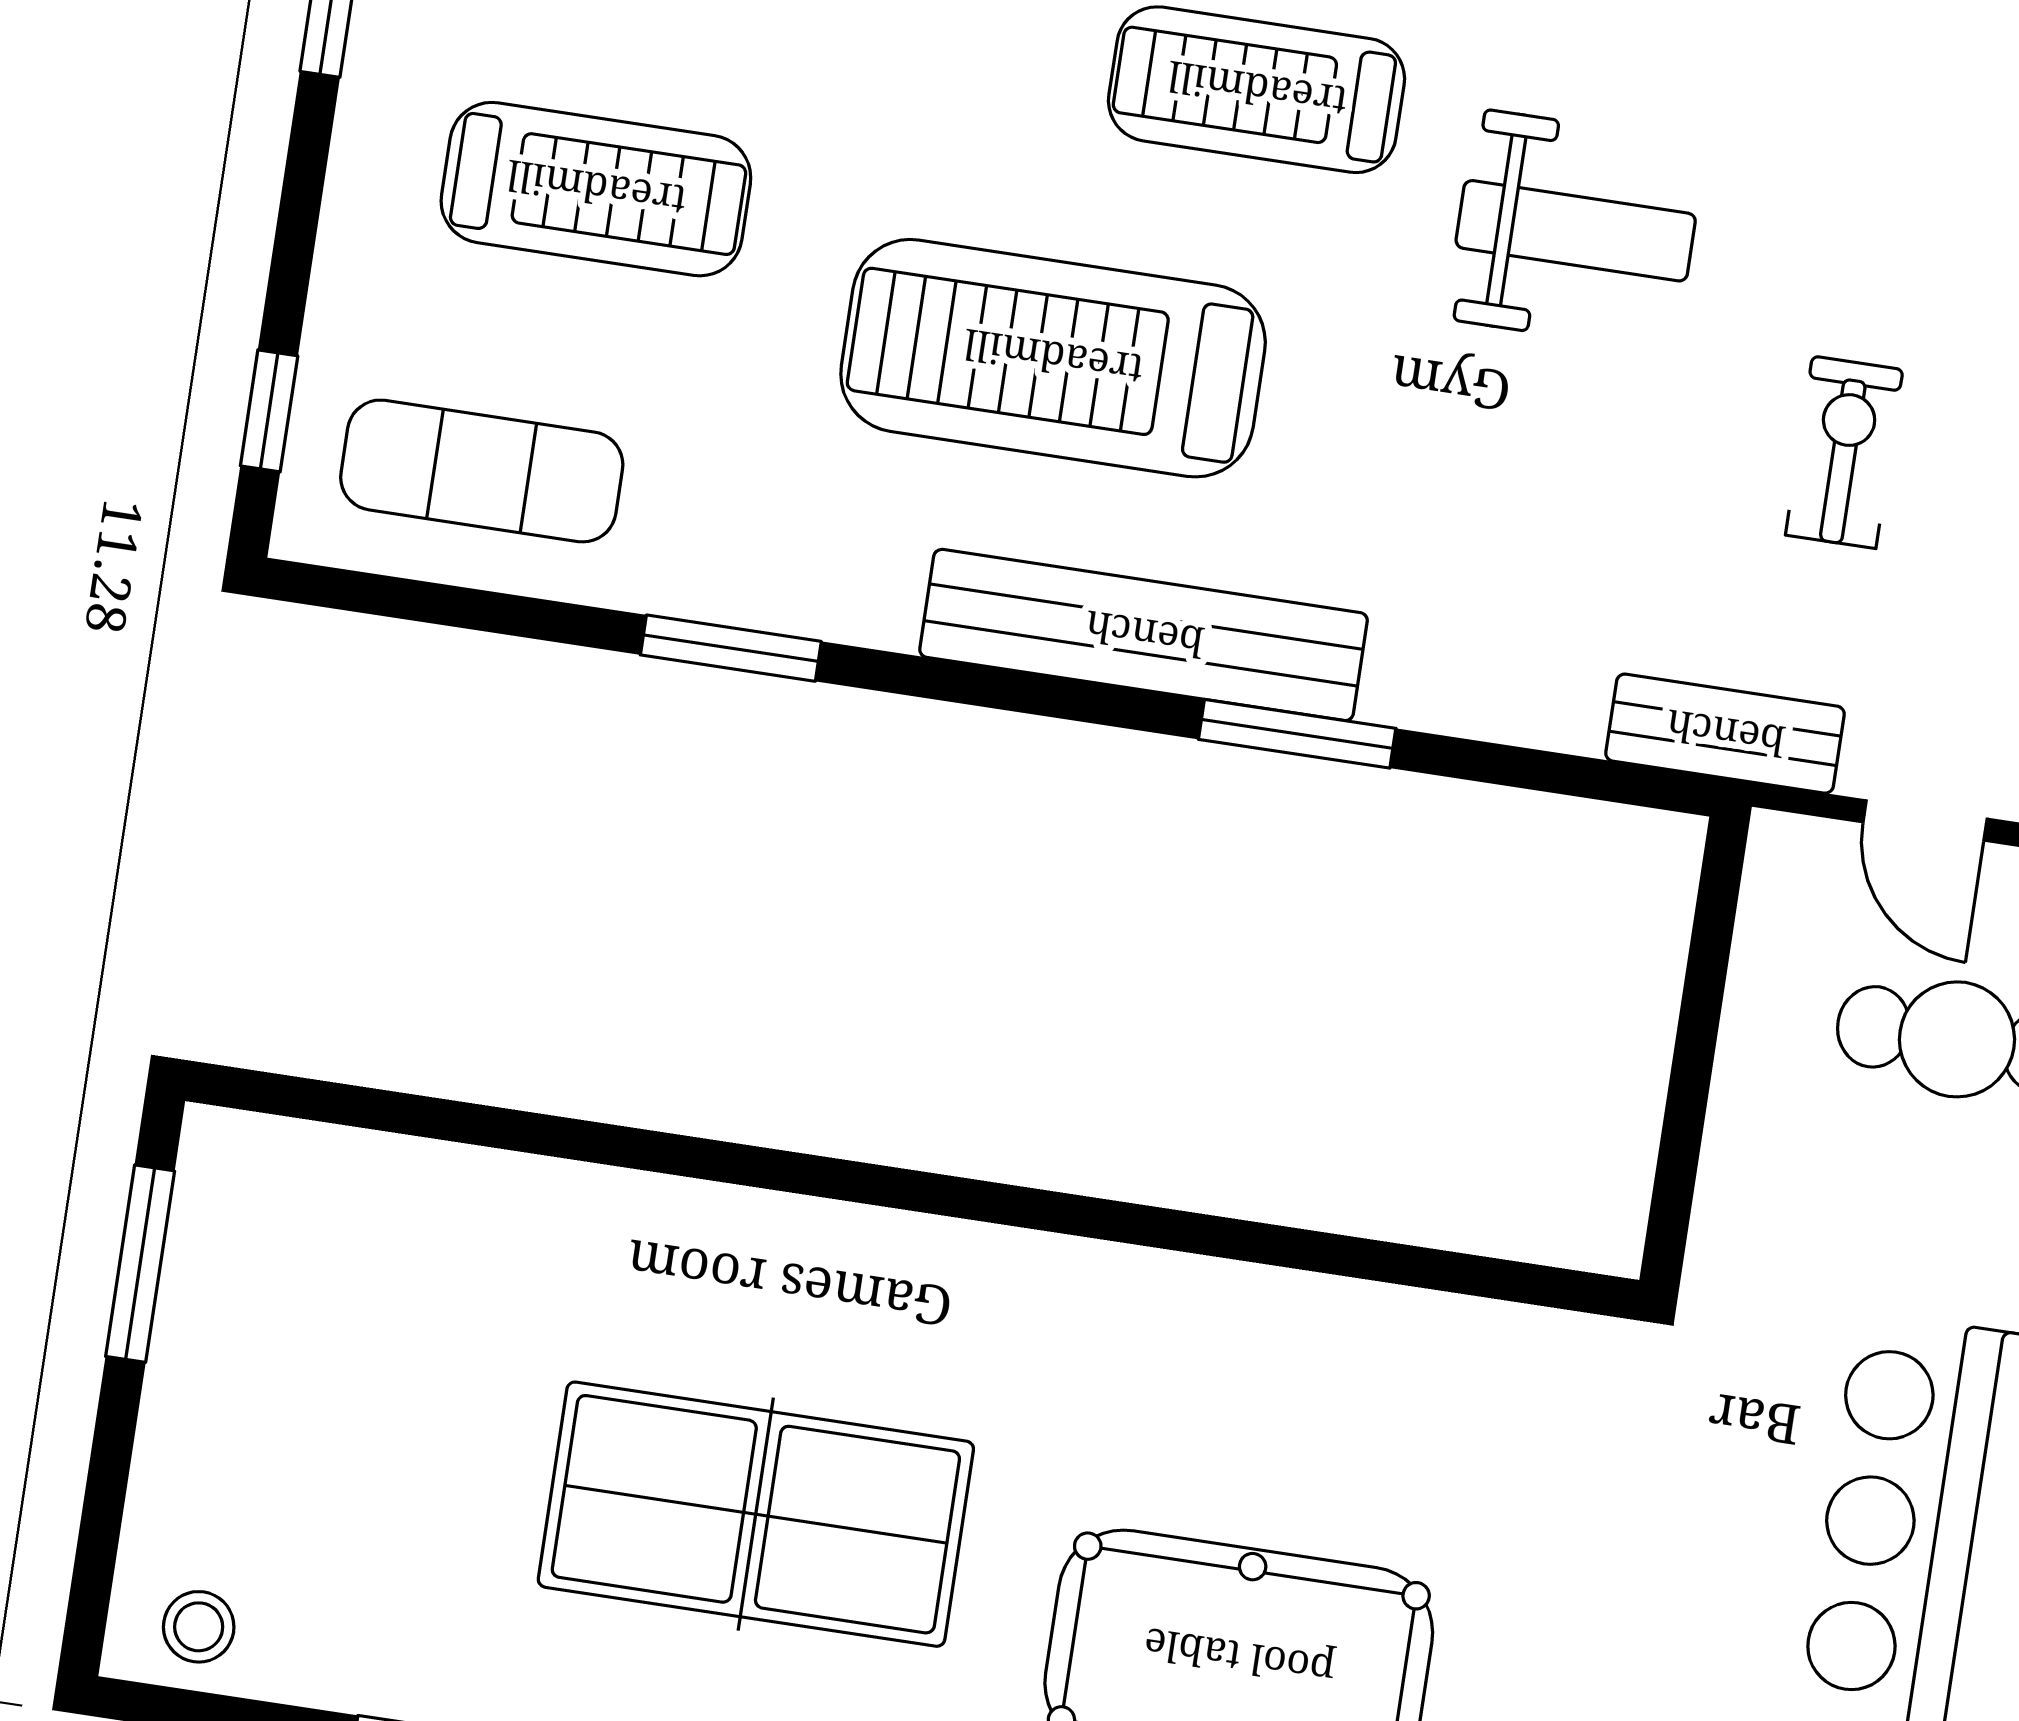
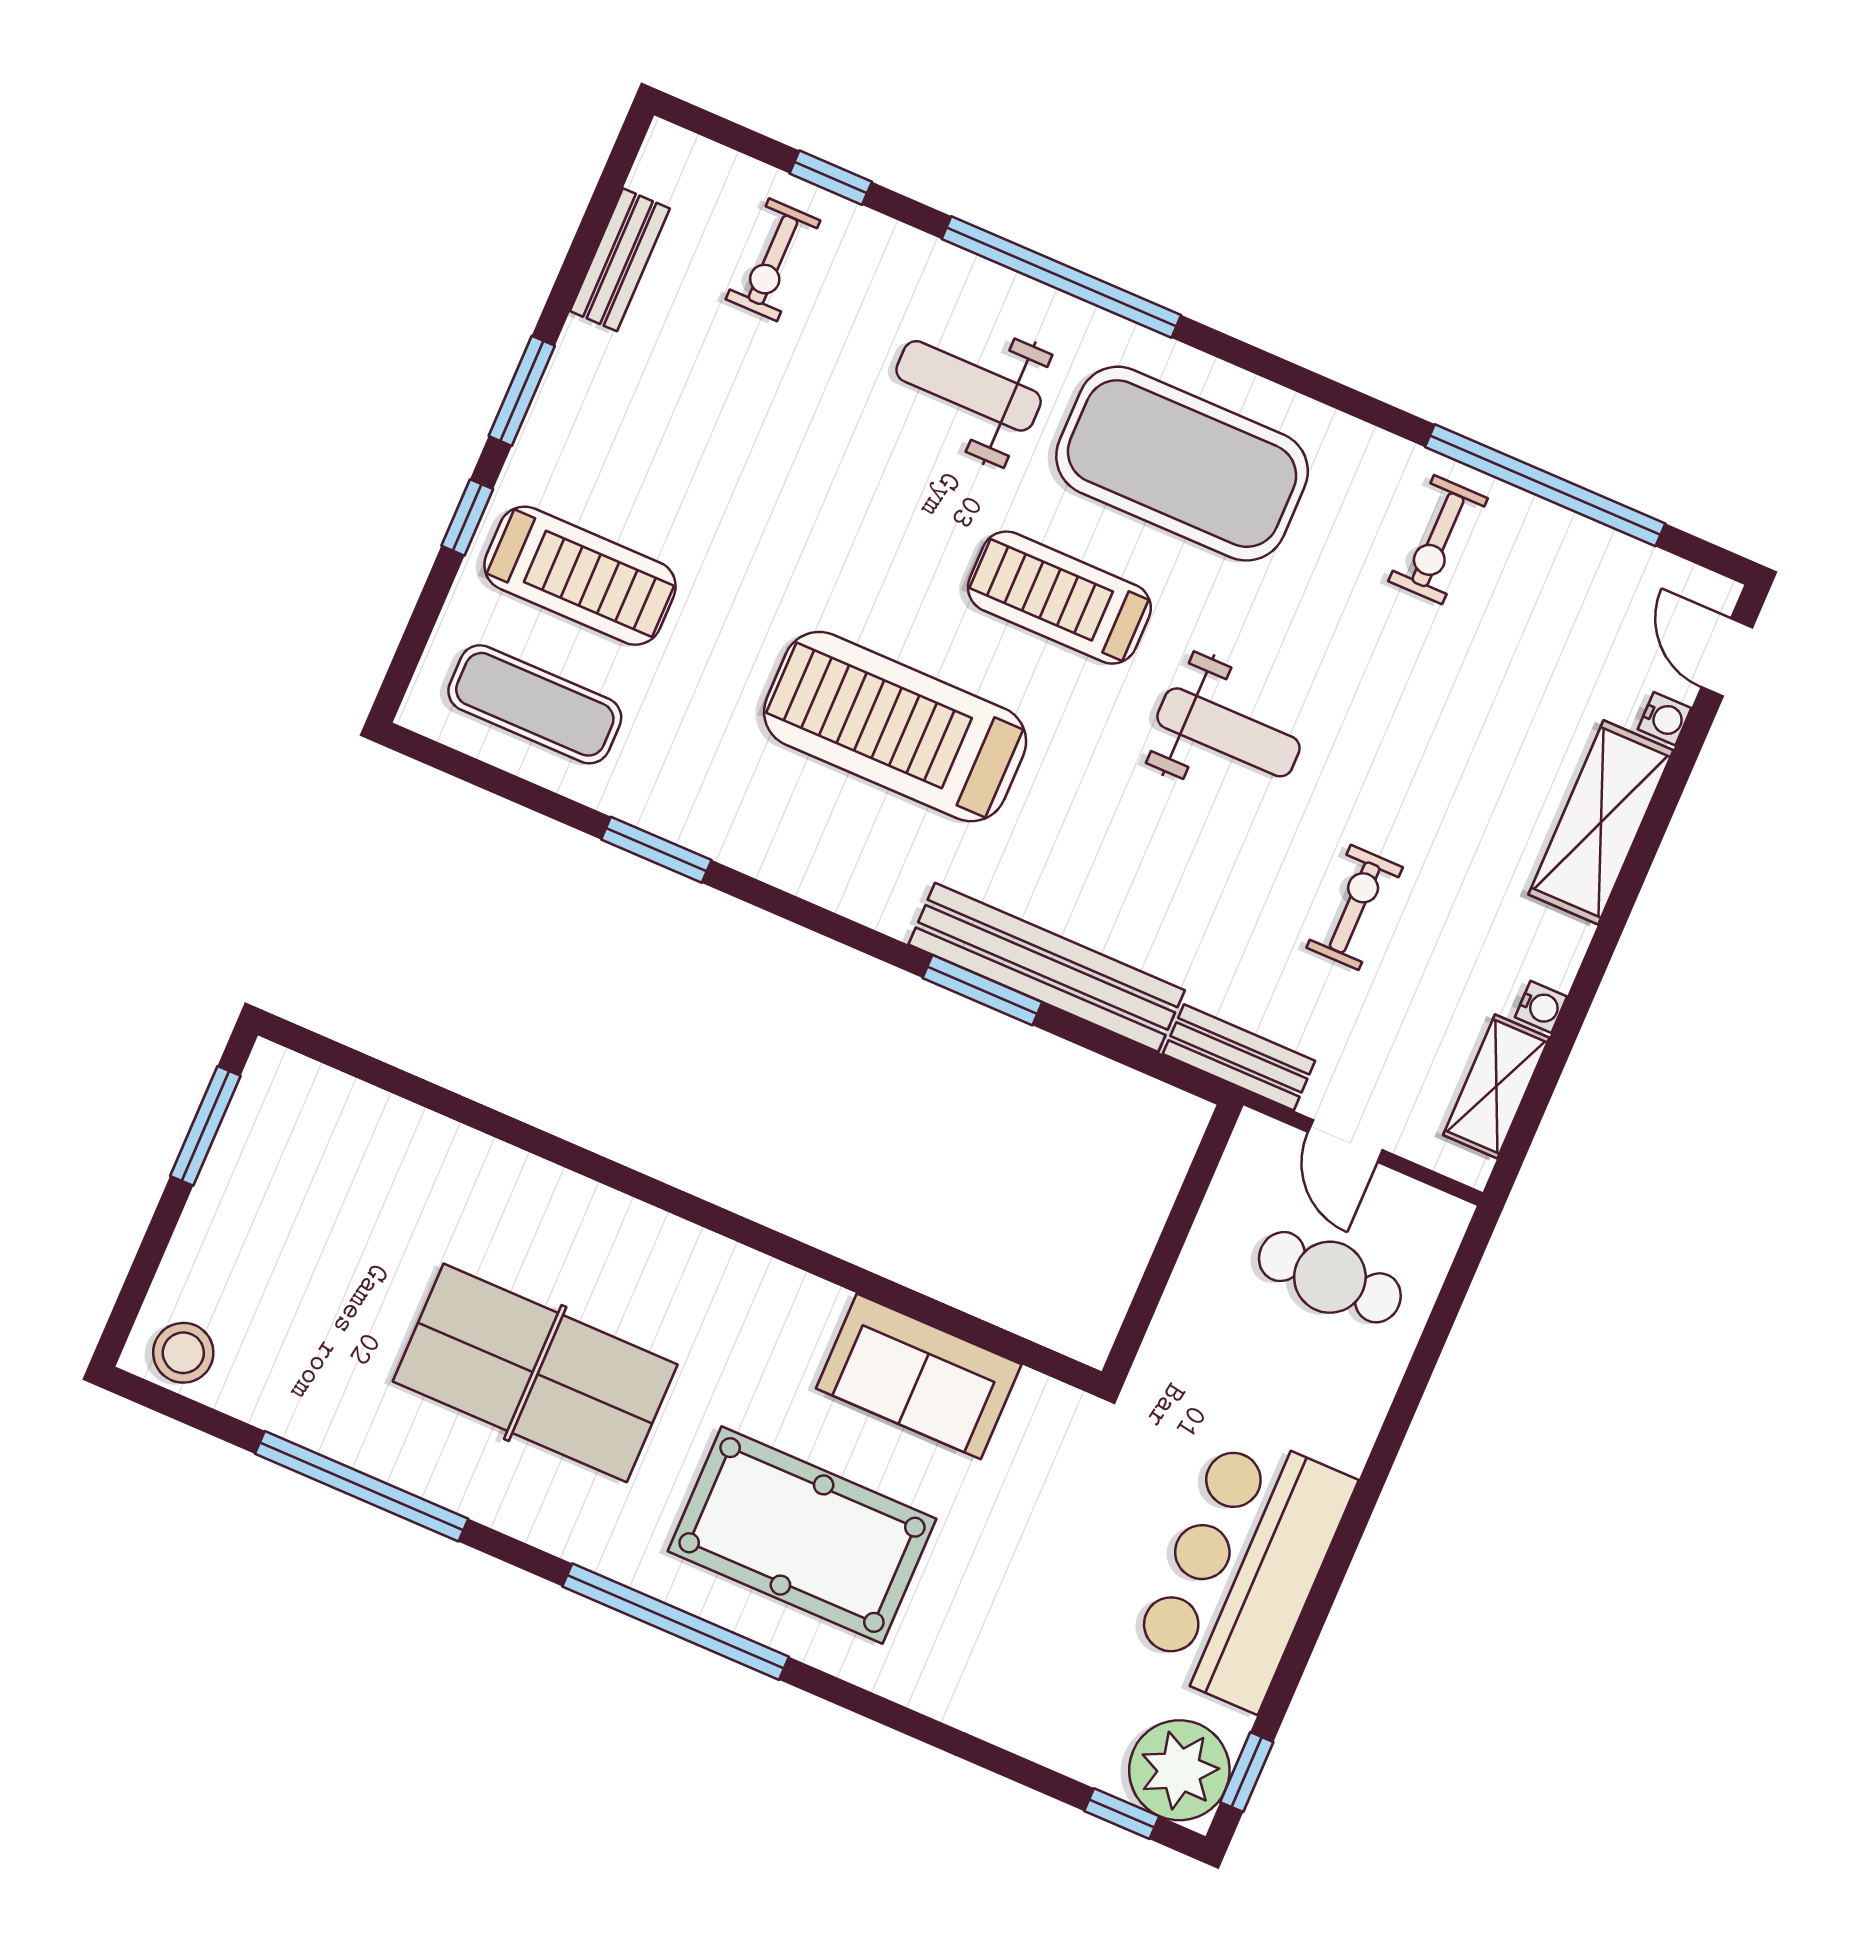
treadmill: (596, 189) -> (580, 576), moved
window: (269, 411) -> (467, 517), moved
bench: (1144, 635) -> (1047, 967), moved
sofa: (1356, 1363) -> (919, 1376), added
stool: (199, 1627) -> (183, 1353), width x1.37, depth x1.37

